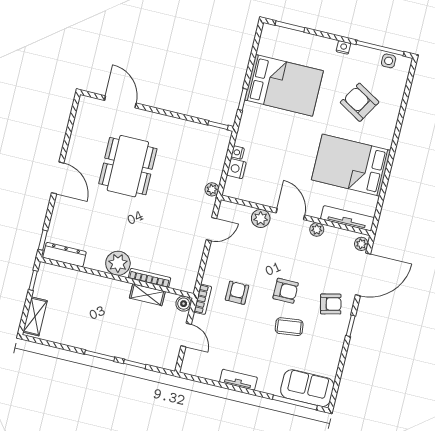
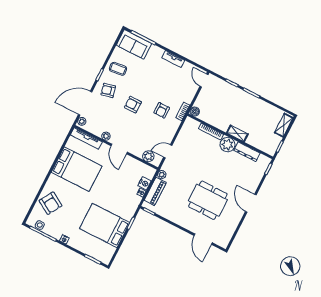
armchair: (360, 102) -> (50, 203), moved
piano: (216, 160) -> (155, 191), added
dining table: (128, 166) -> (208, 200), turned 90
plant: (261, 218) -> (148, 156), moved
dresser: (65, 255) -> (247, 152), moved
shelving: (147, 295) -> (237, 133), moved
coffee table: (289, 327) -> (118, 69), moved
door: (186, 335) -> (204, 81), moved

